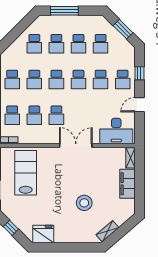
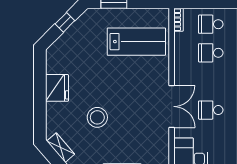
school desk: (56, 115) -> (211, 110), moved
fridge: (43, 234) -> (57, 88), moved

